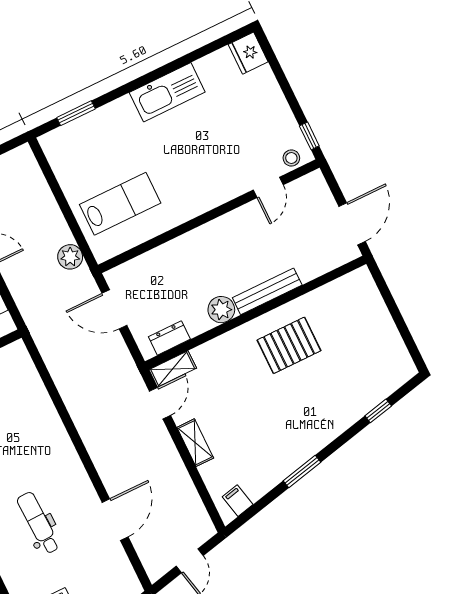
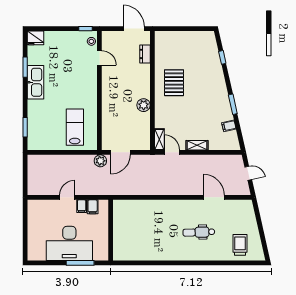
window: (186, 60) -> (25, 67), added
plant: (70, 257) -> (100, 161), moved
bench: (267, 291) -> (145, 81), removed
dresser: (169, 338) -> (145, 54), moved
filing cabinet: (238, 501) -> (229, 126), moved

